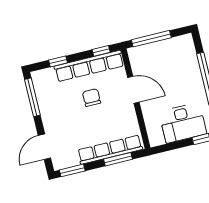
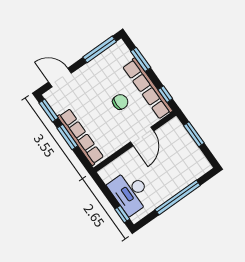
window: (151, 39) -> (194, 134), width x0.69
window: (58, 61) -> (141, 59), width x1.50
window: (118, 159) -> (67, 137), moved

